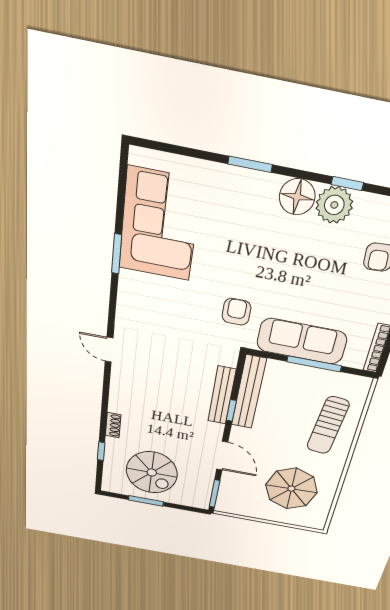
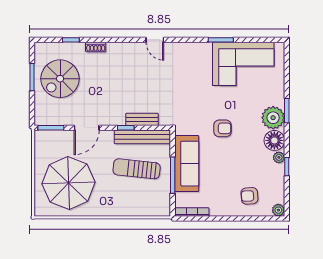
plant: (258, 191) -> (273, 118), added
plant: (334, 205) -> (279, 157), width x0.53, depth x0.53
armchair: (236, 312) -> (222, 128), moved
door: (109, 350) -> (155, 40), swing flipped
bench: (222, 395) -> (142, 119), width x0.73
sun lounger: (328, 426) -> (137, 169), moved
parasol: (291, 489) -> (69, 183), width x1.36, depth x1.36

